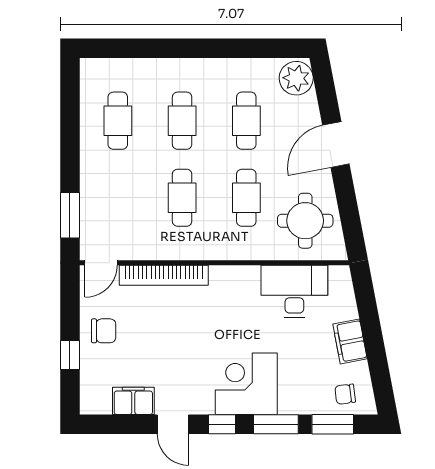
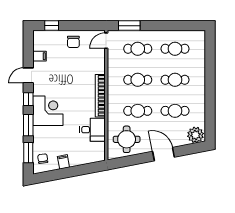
cafe table: (118, 198) -> (138, 49), added
door: (101, 263) -> (106, 41), hinge flipped
bookcase: (164, 275) -> (100, 96), moved
desk: (294, 291) -> (92, 130), width x0.73
filing cabinet: (350, 341) -> (63, 162), width x0.50
window: (70, 355) -> (52, 26), moved
filing cabinet: (133, 401) -> (40, 56), width x0.50

